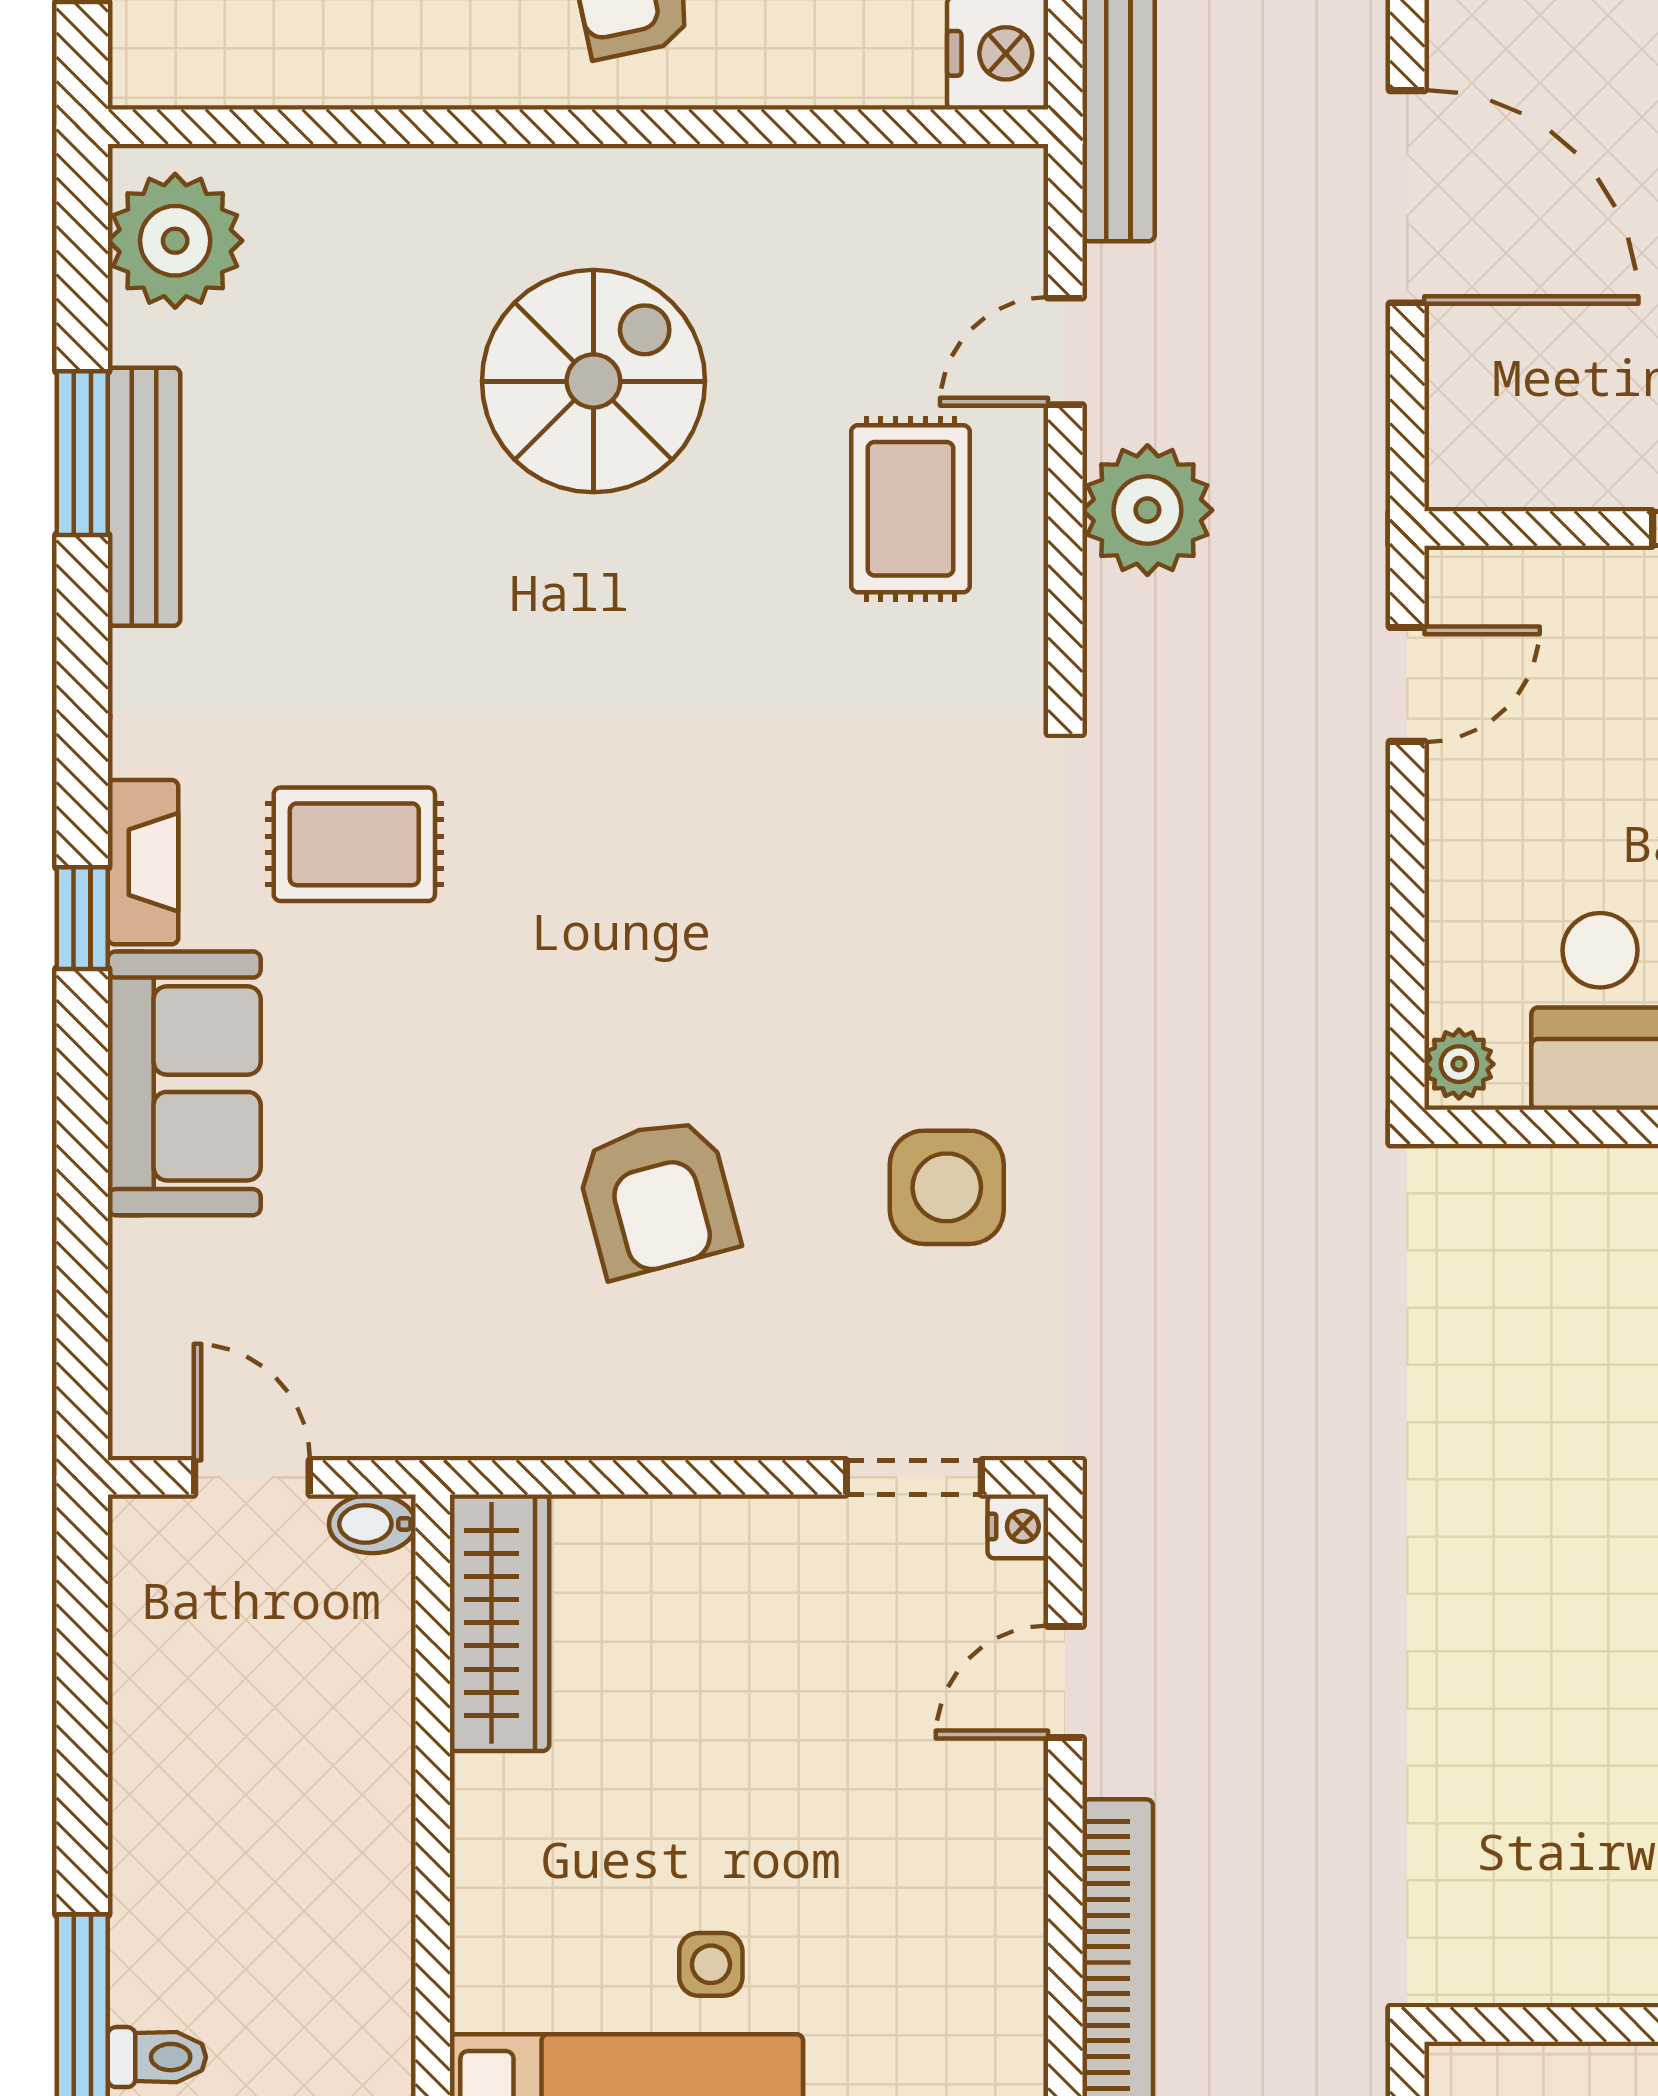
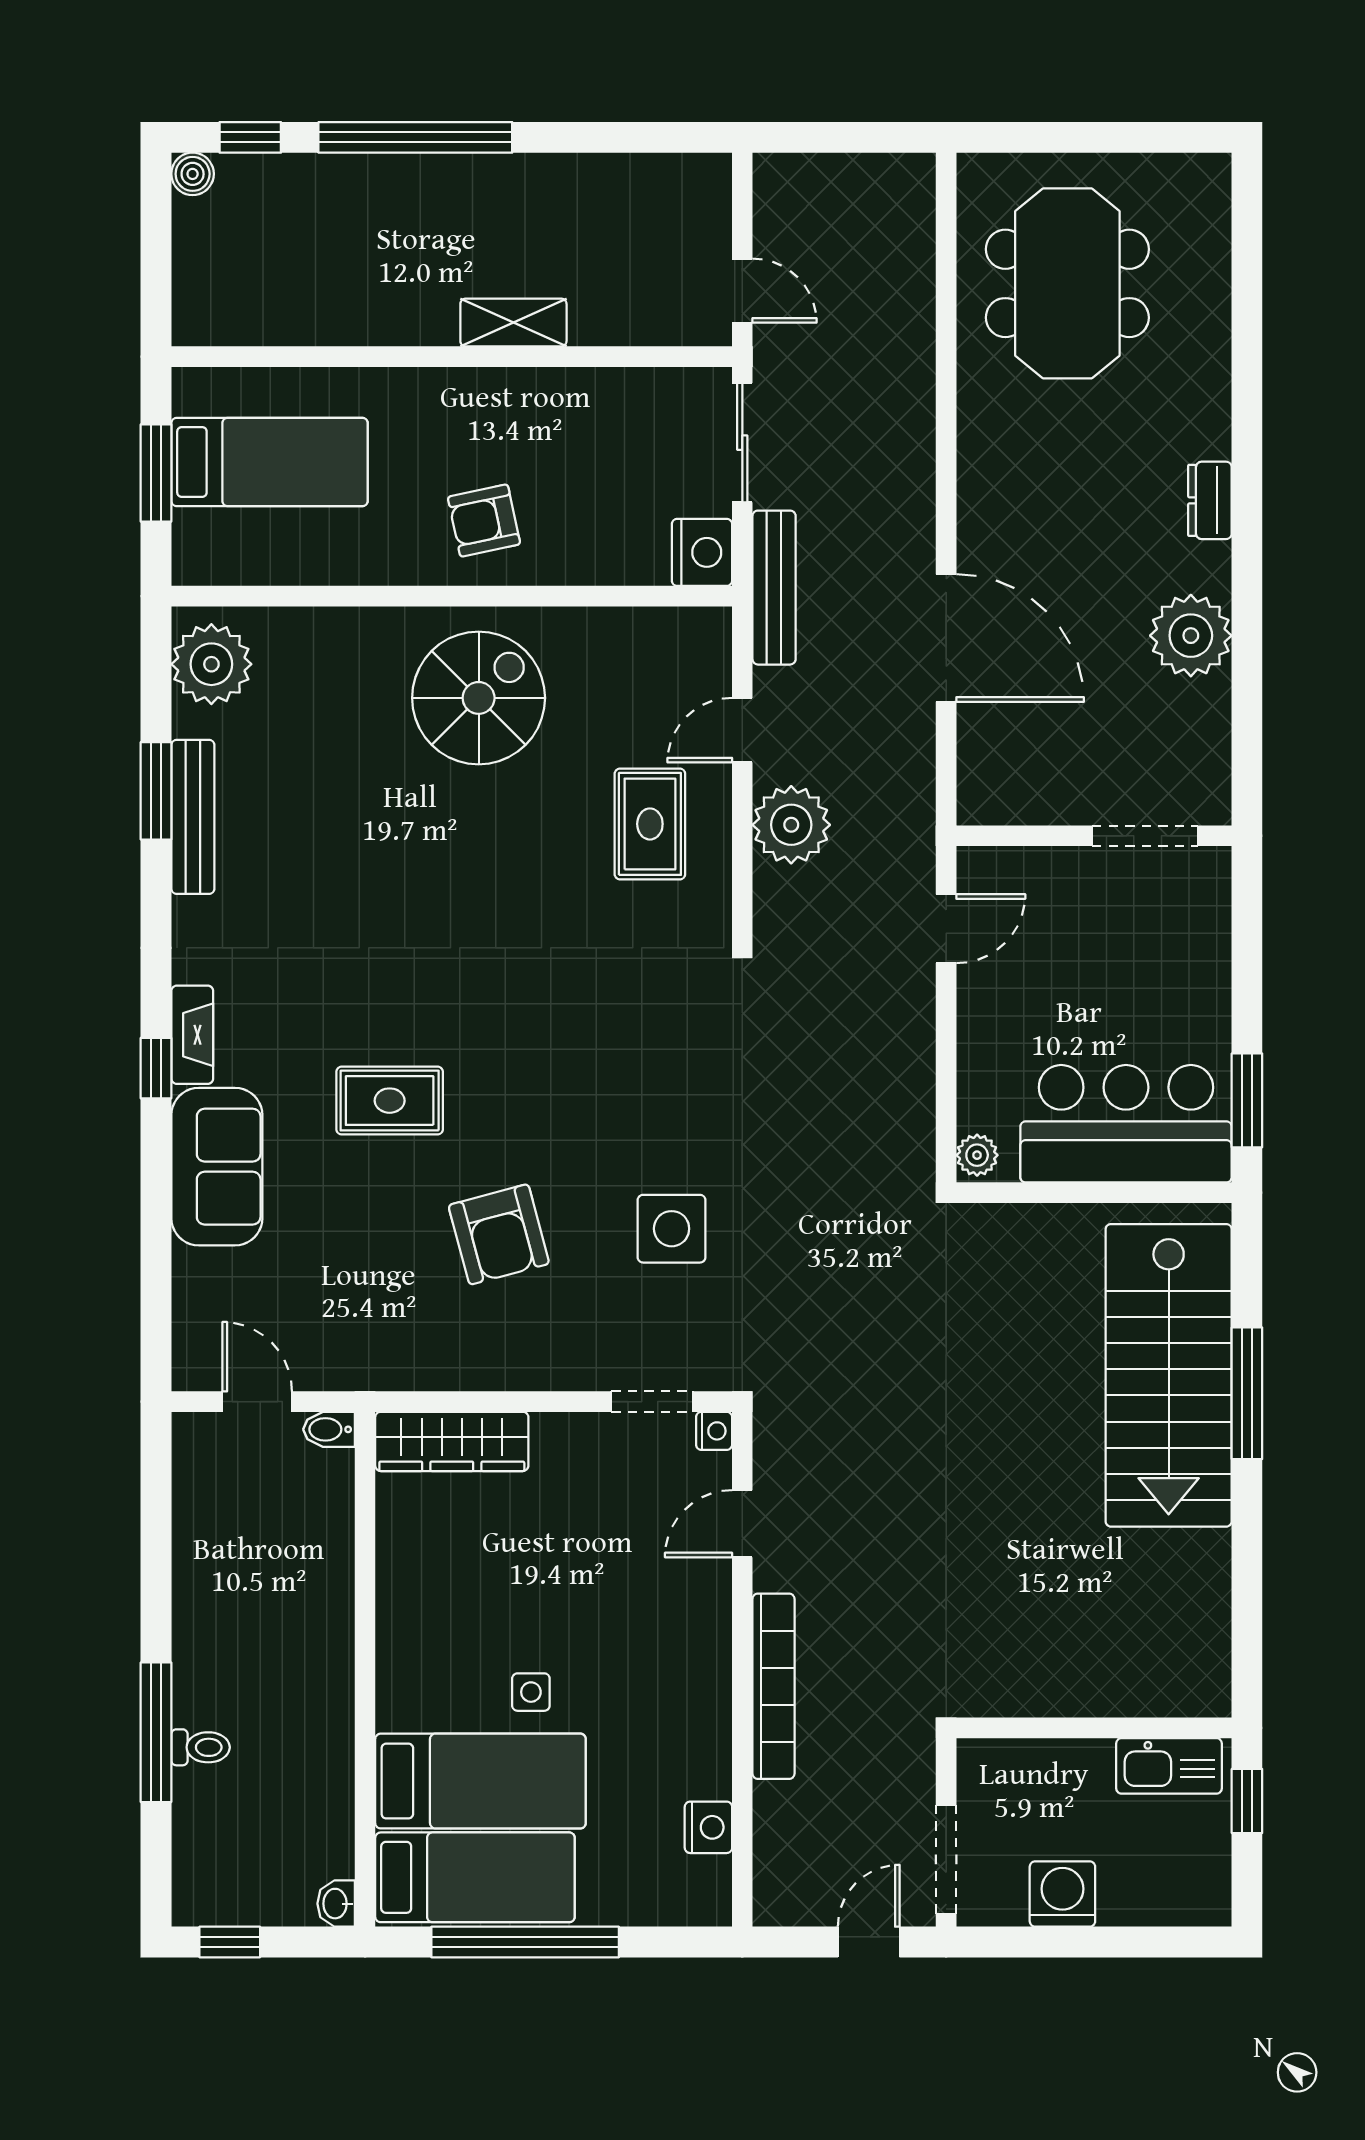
spiral stairs: (593, 381) -> (479, 698), moved
rug: (354, 844) -> (390, 1101), moved
wardrobe: (499, 1623) -> (452, 1441), moved, turned 90

